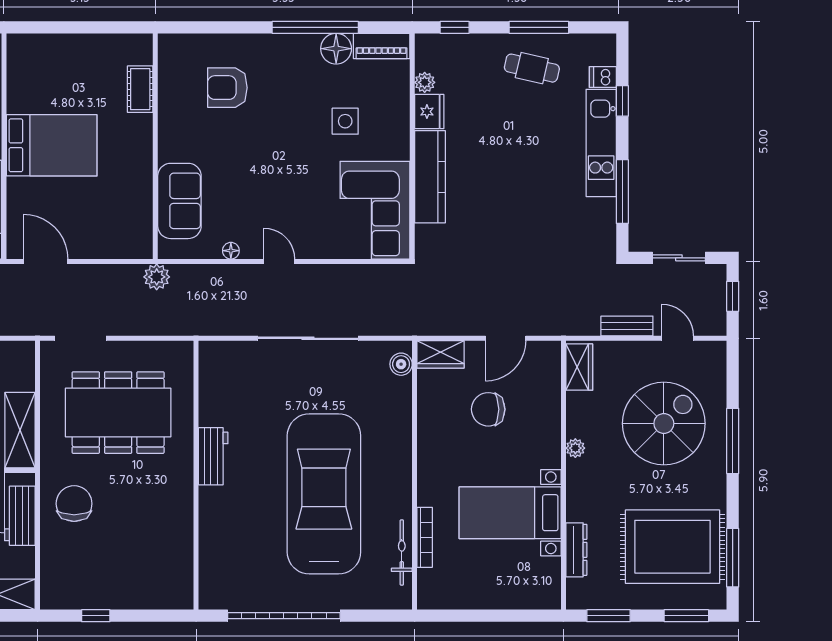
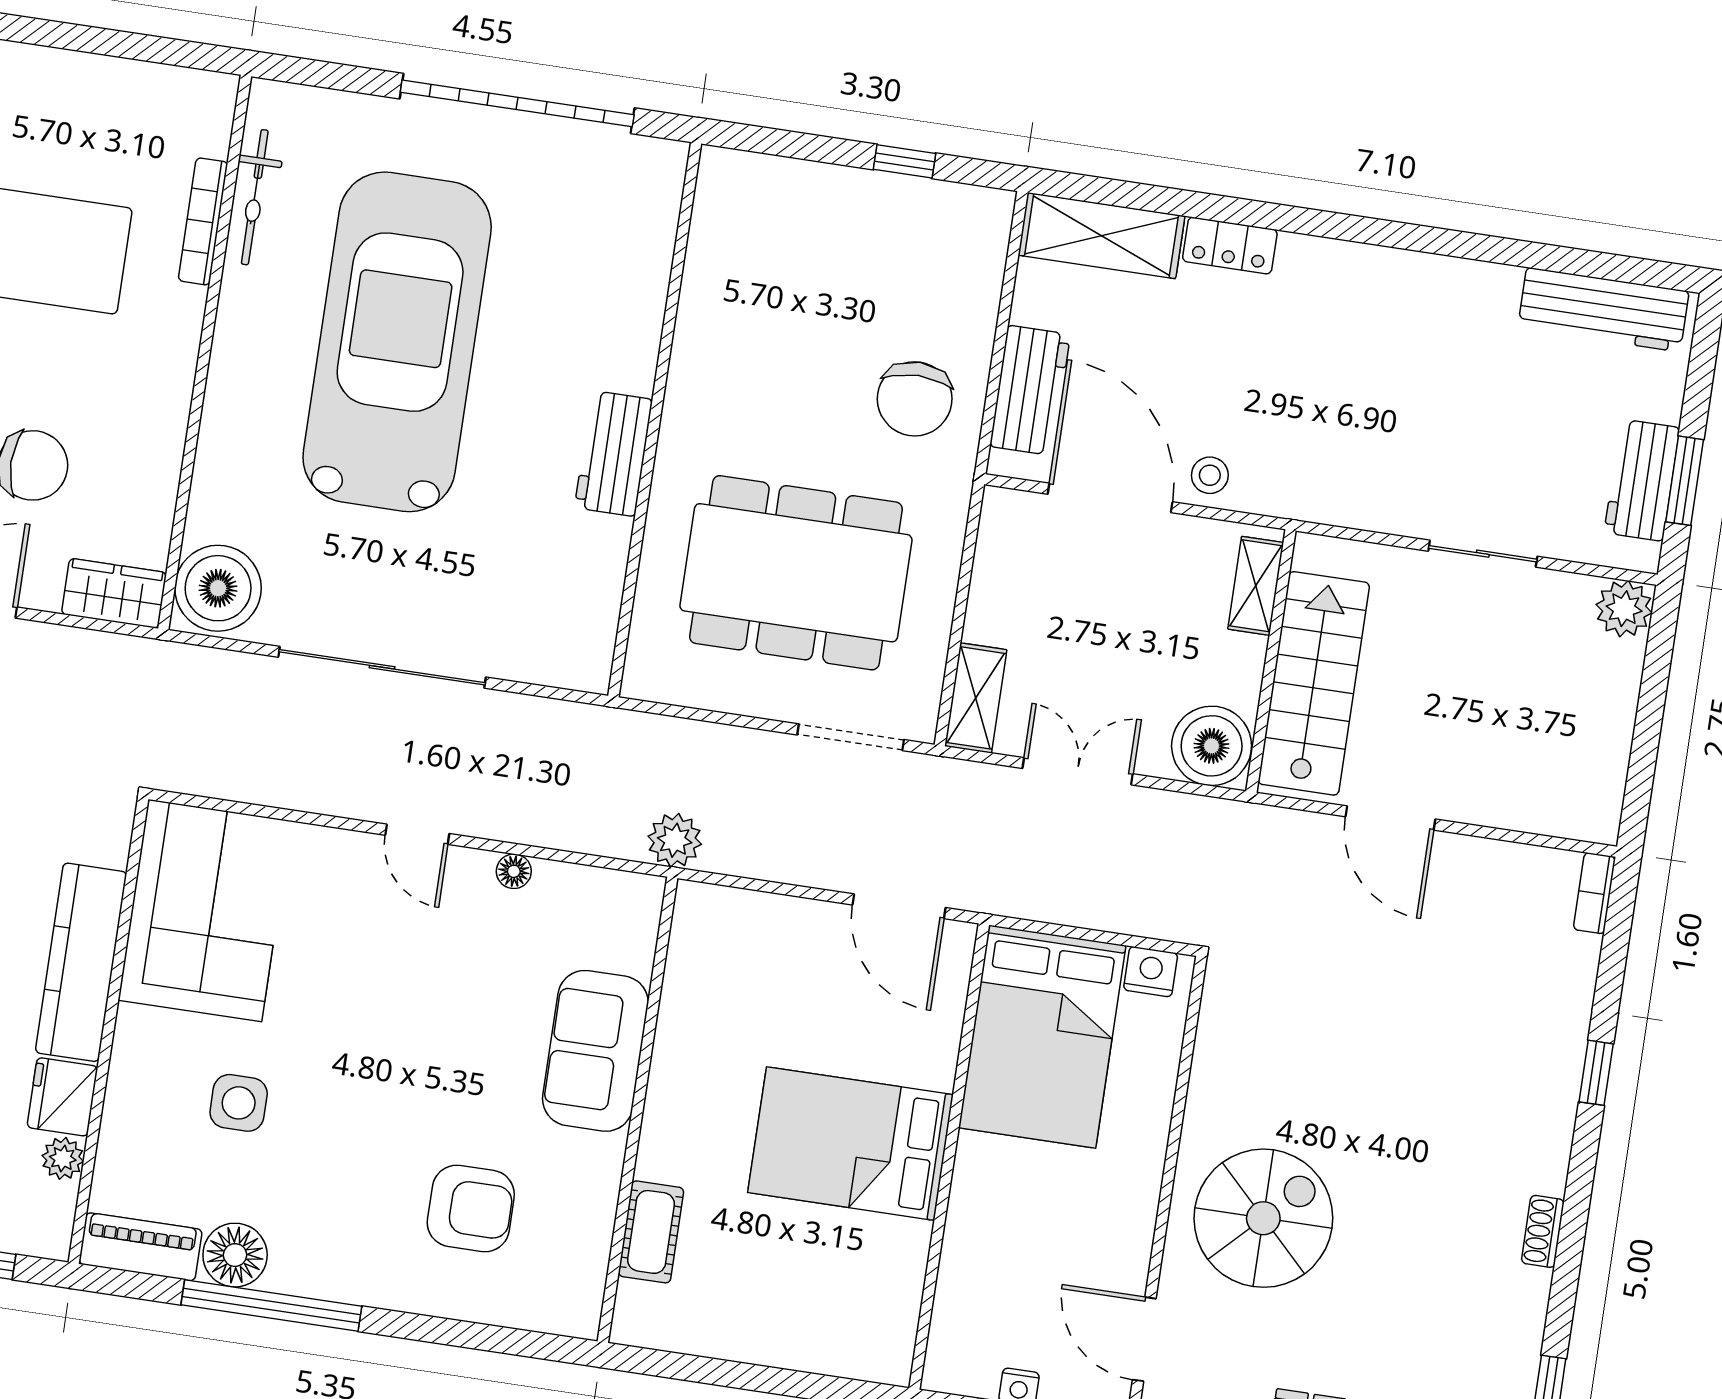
sofa: (179, 201) -> (595, 1051), moved
boiler: (401, 364) -> (218, 588), width x1.86, depth x1.86
shelving: (20, 430) -> (976, 698), moved, width x0.67, depth x0.75
car: (324, 494) -> (397, 342), turned 180

